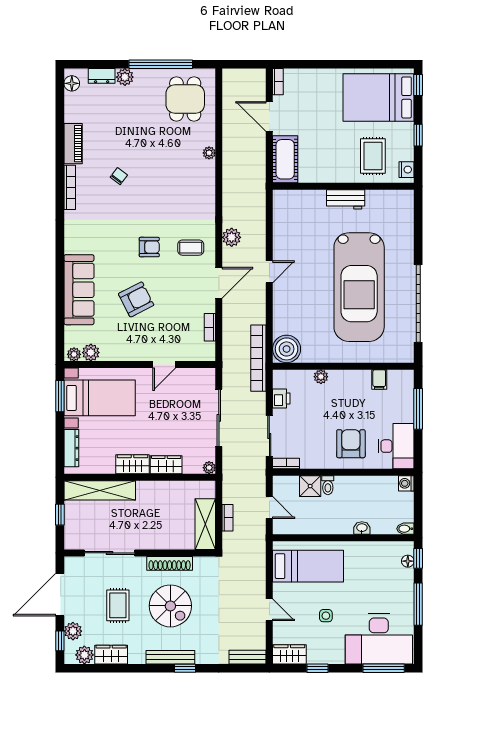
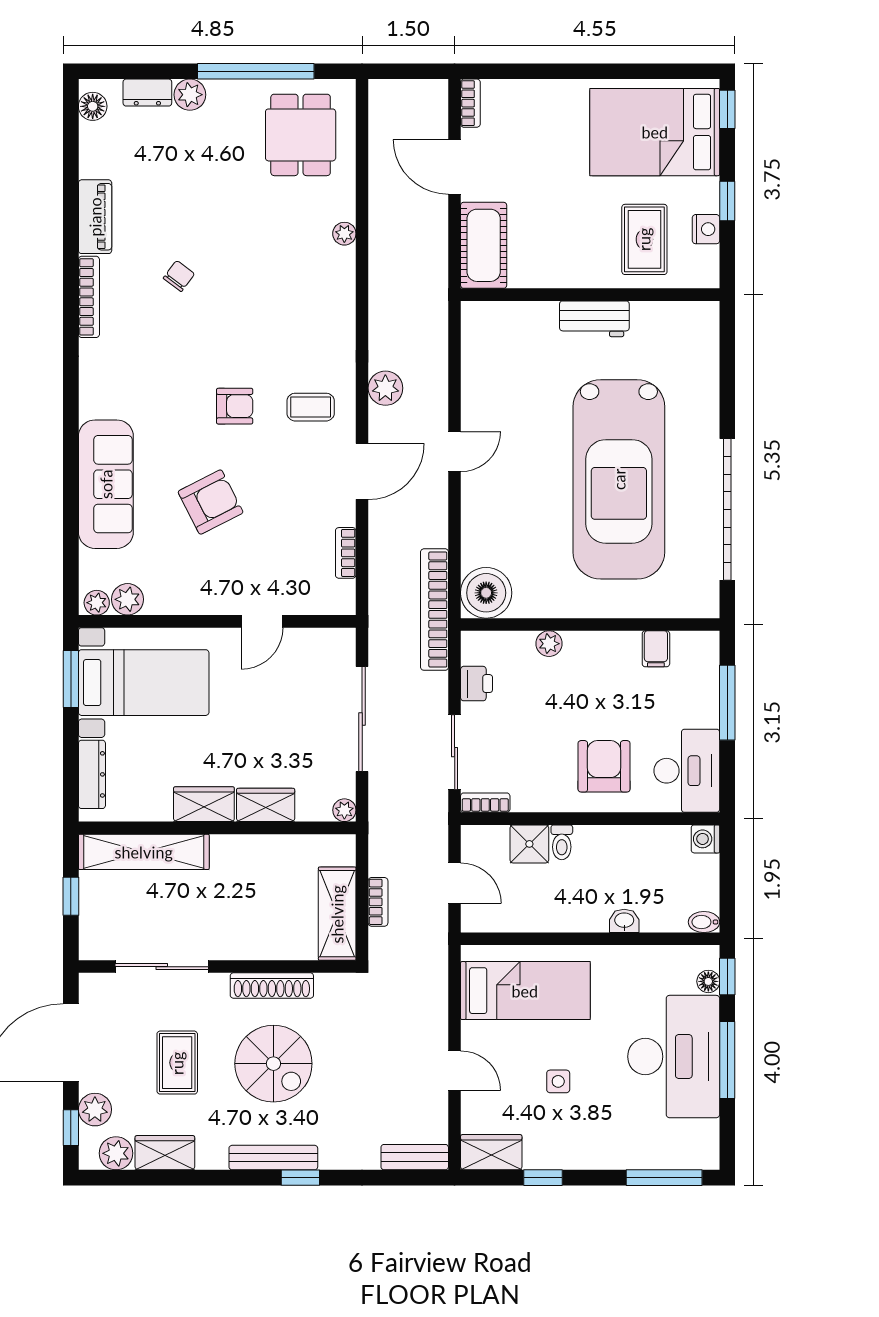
nightstand: (407, 170) -> (706, 229), moved
desk: (379, 639) -> (674, 1057), moved, turned -90

